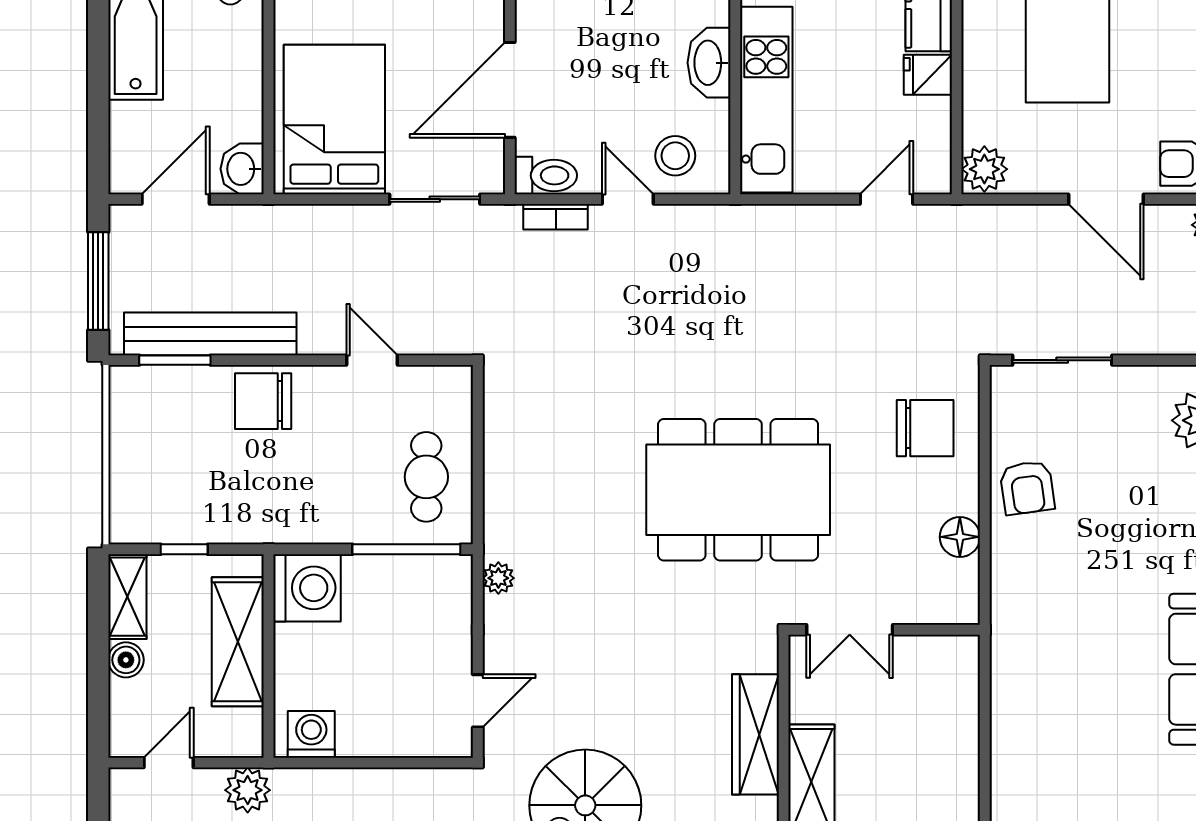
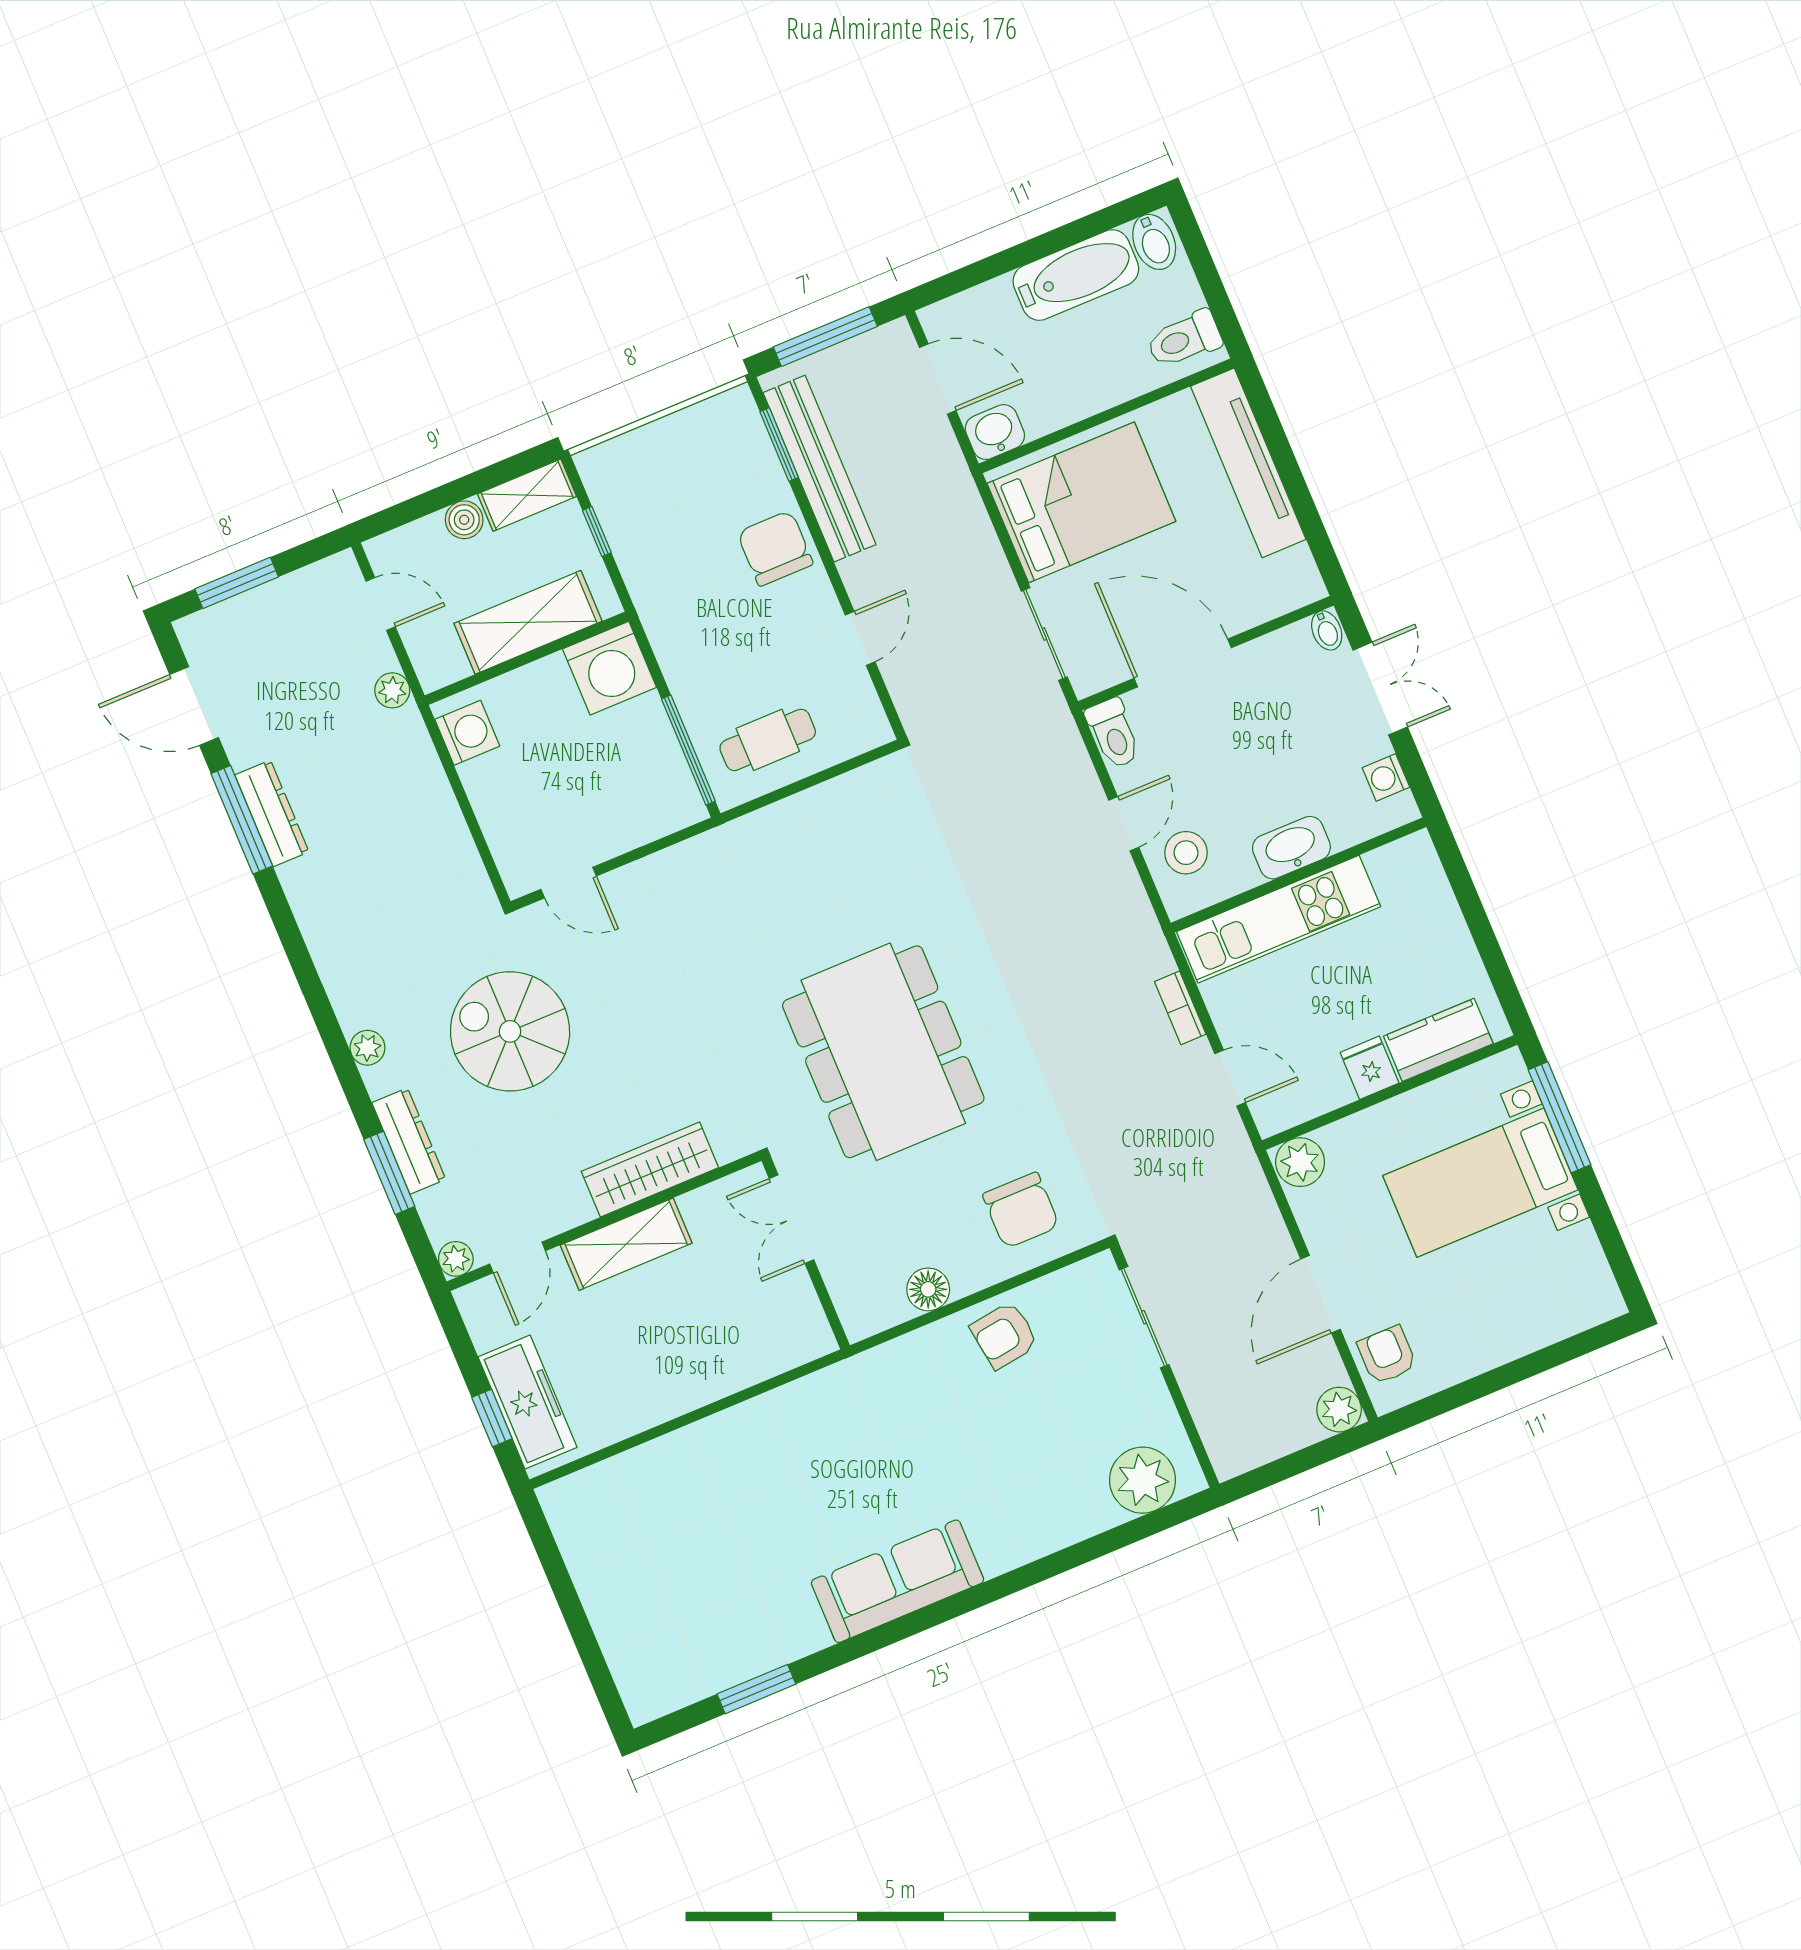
bookcase: (556, 217) -> (1180, 1008), moved
plant: (498, 578) -> (698, 852), removed
plant: (248, 790) -> (392, 690), width x0.73, depth x0.73

